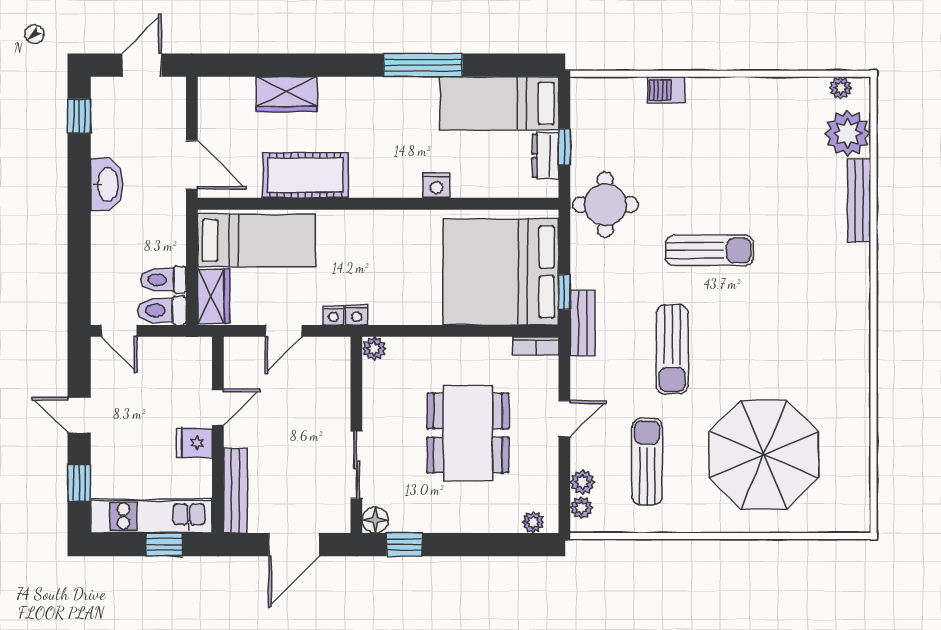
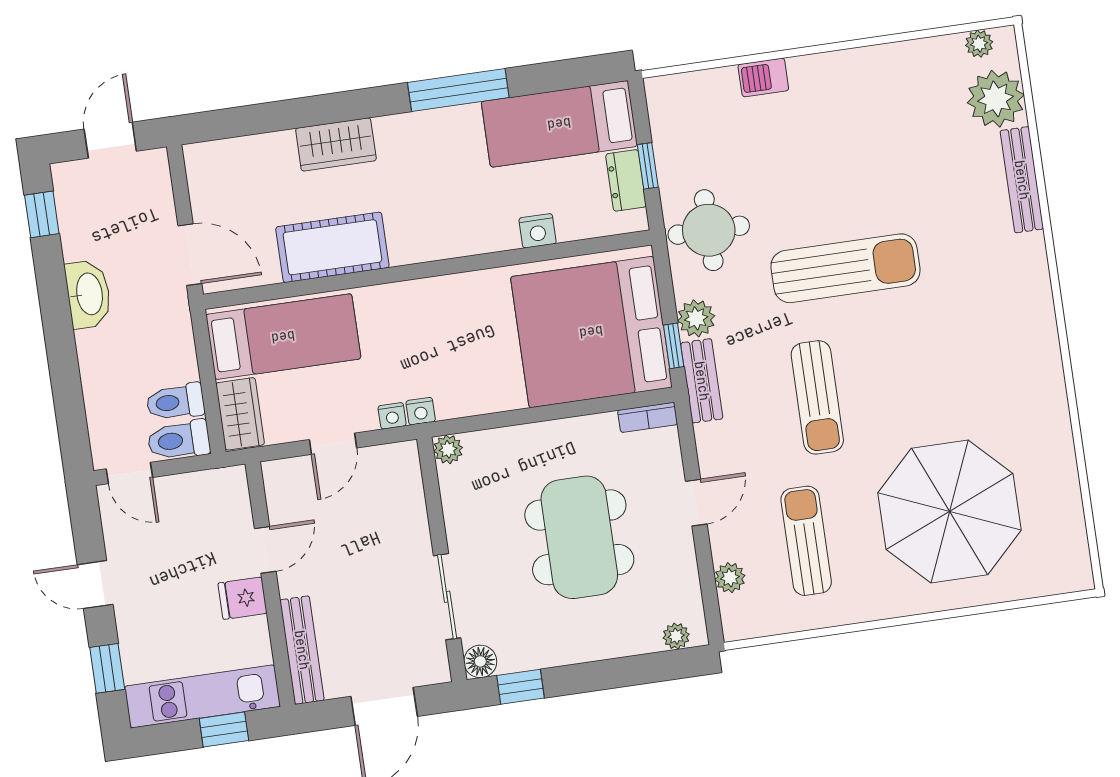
wardrobe: (287, 94) -> (336, 144), moved
nightstand: (436, 186) -> (538, 231), moved
sun lounger: (709, 250) -> (846, 268), width x1.36, depth x1.34
plant: (581, 508) -> (696, 318), moved, width x1.38, depth x1.38

